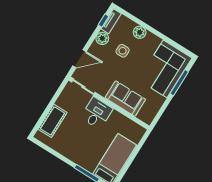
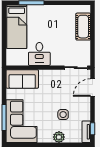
plant: (102, 38) -> (85, 114), removed
sofa: (125, 99) -> (22, 79), moved
desk: (97, 113) -> (39, 54), moved

